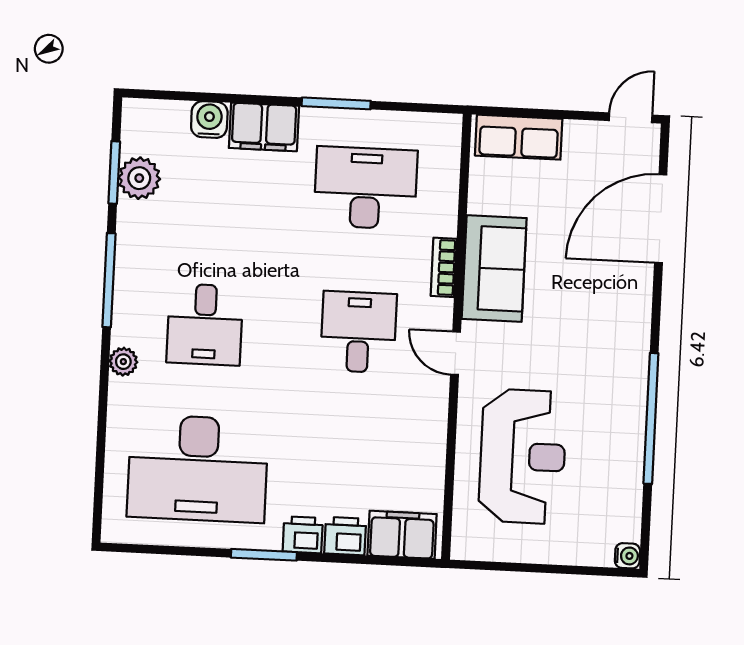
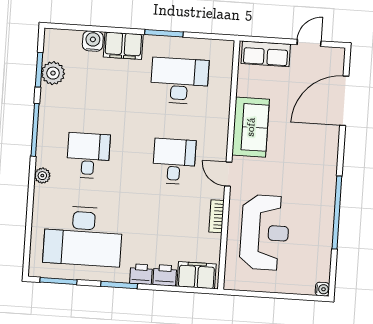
door: (631, 118) -> (309, 43), moved
bookcase: (444, 267) -> (216, 216), moved
desk: (205, 324) -> (88, 156), turned 180
window: (155, 549) -> (58, 281), added

